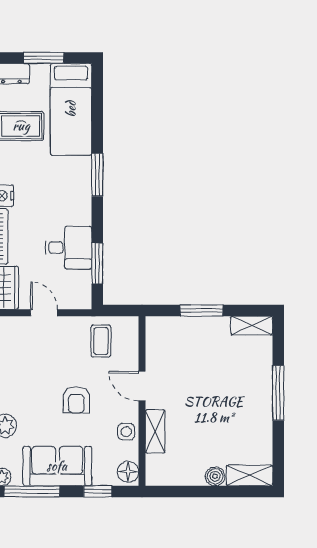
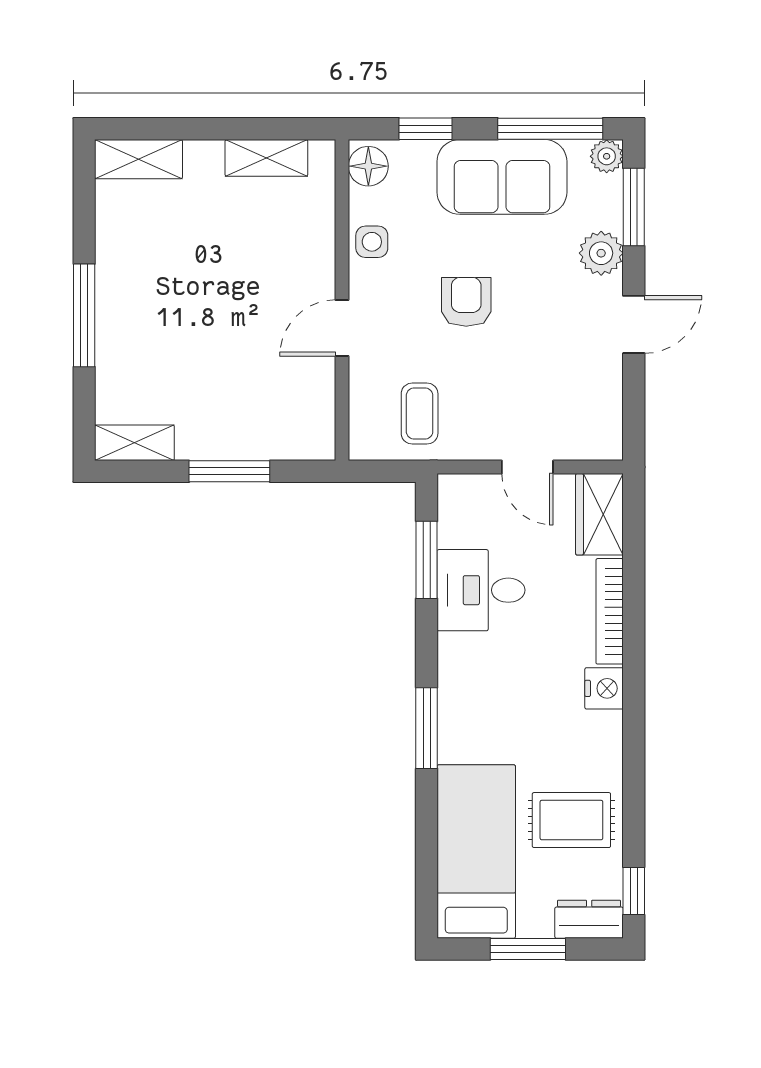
door: (142, 386) -> (342, 328), swing flipped
shelving: (155, 431) -> (266, 158), moved, turned 90
boiler: (215, 476) -> (204, 157), removed

